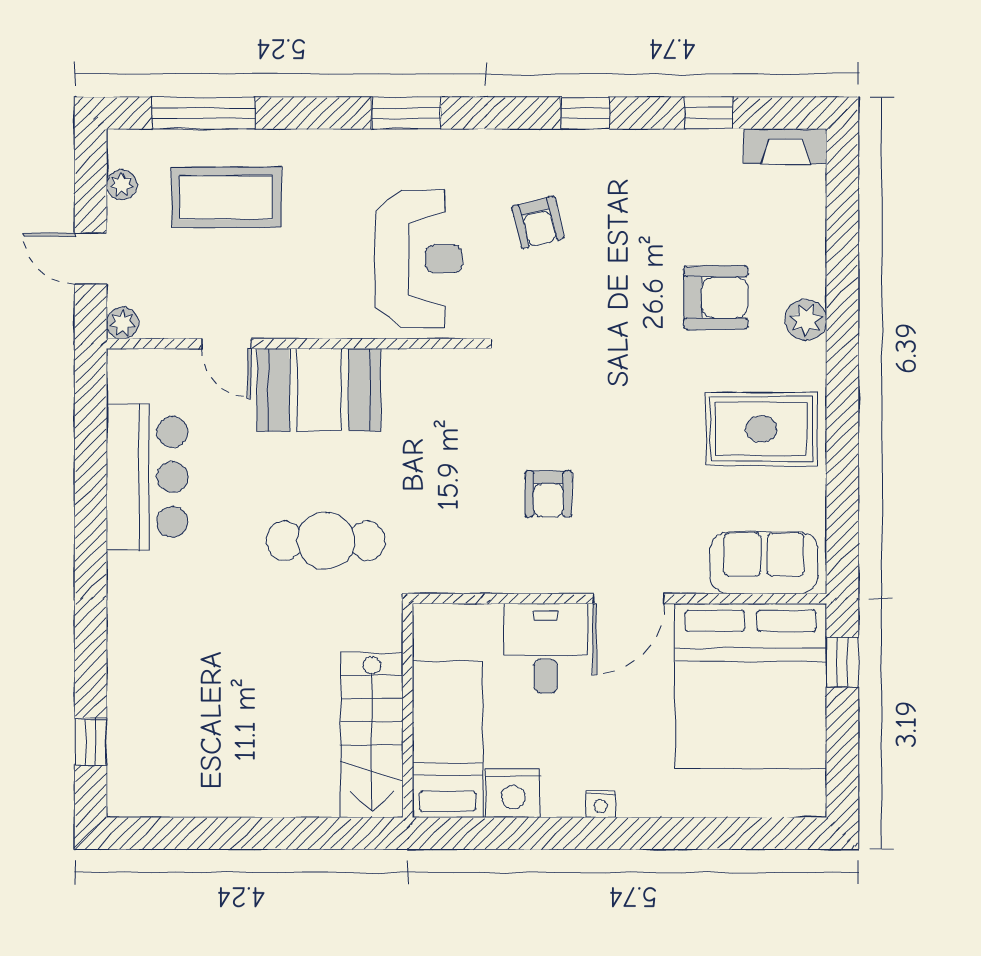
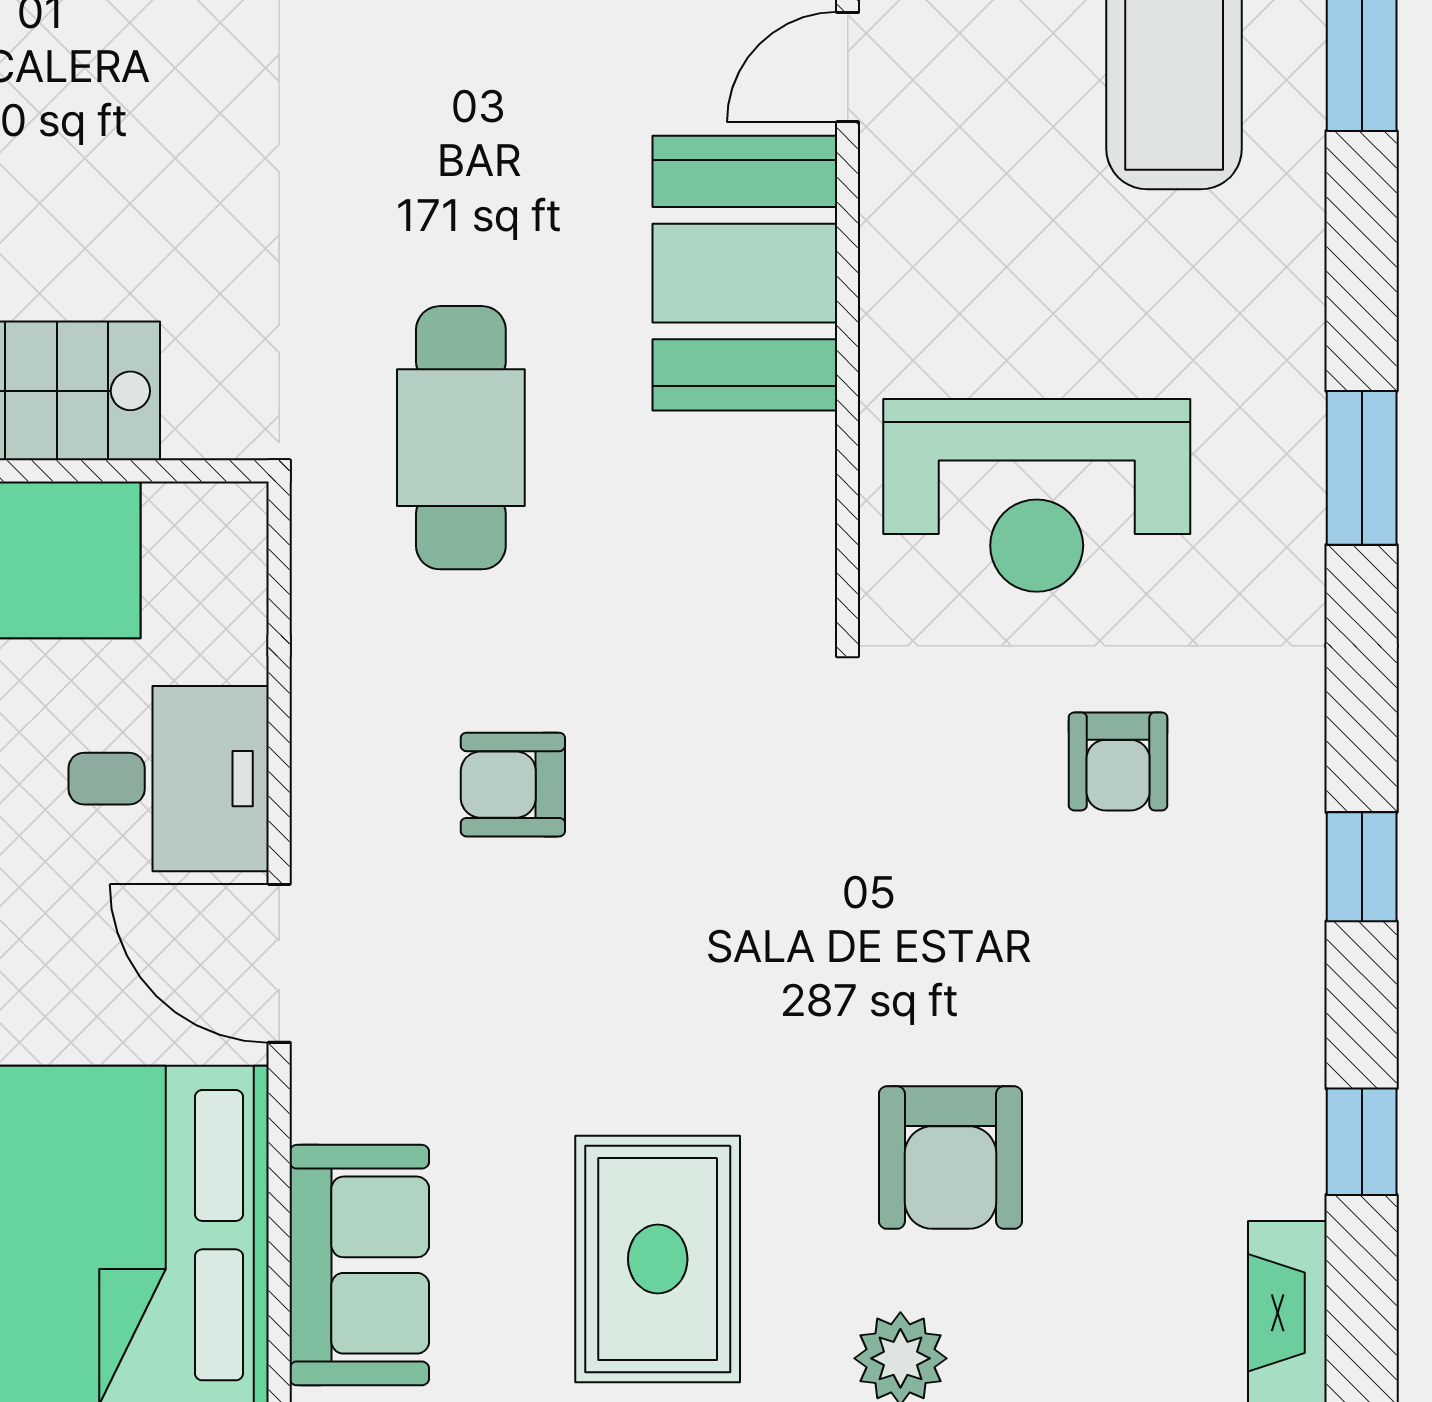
armchair: (538, 222) -> (1118, 761), turned -76
cafe table: (326, 541) -> (461, 438), moved

